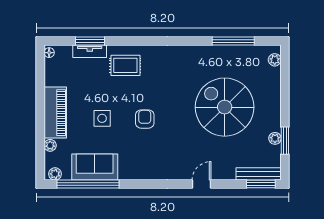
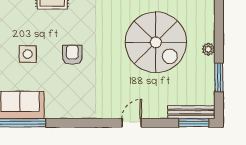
spiral stairs: (225, 107) -> (156, 42), turned 180
plant: (275, 138) -> (208, 49), moved

